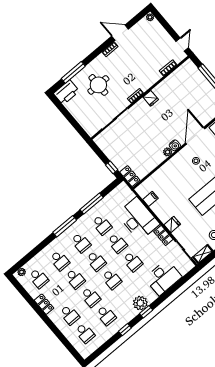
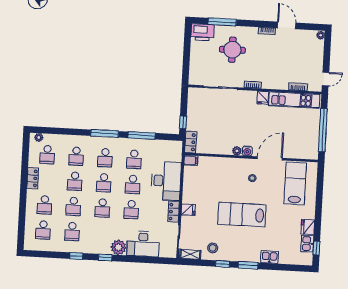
kitchen unit: (174, 79) -> (294, 100), added
filing cabinet: (150, 199) -> (191, 160), moved
plant: (140, 303) -> (118, 247), moved

